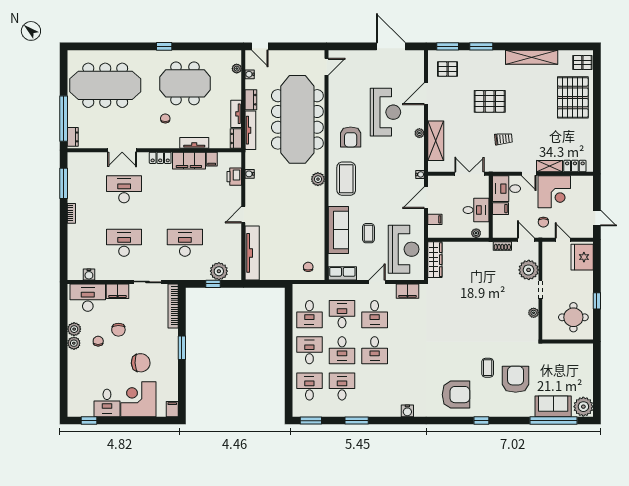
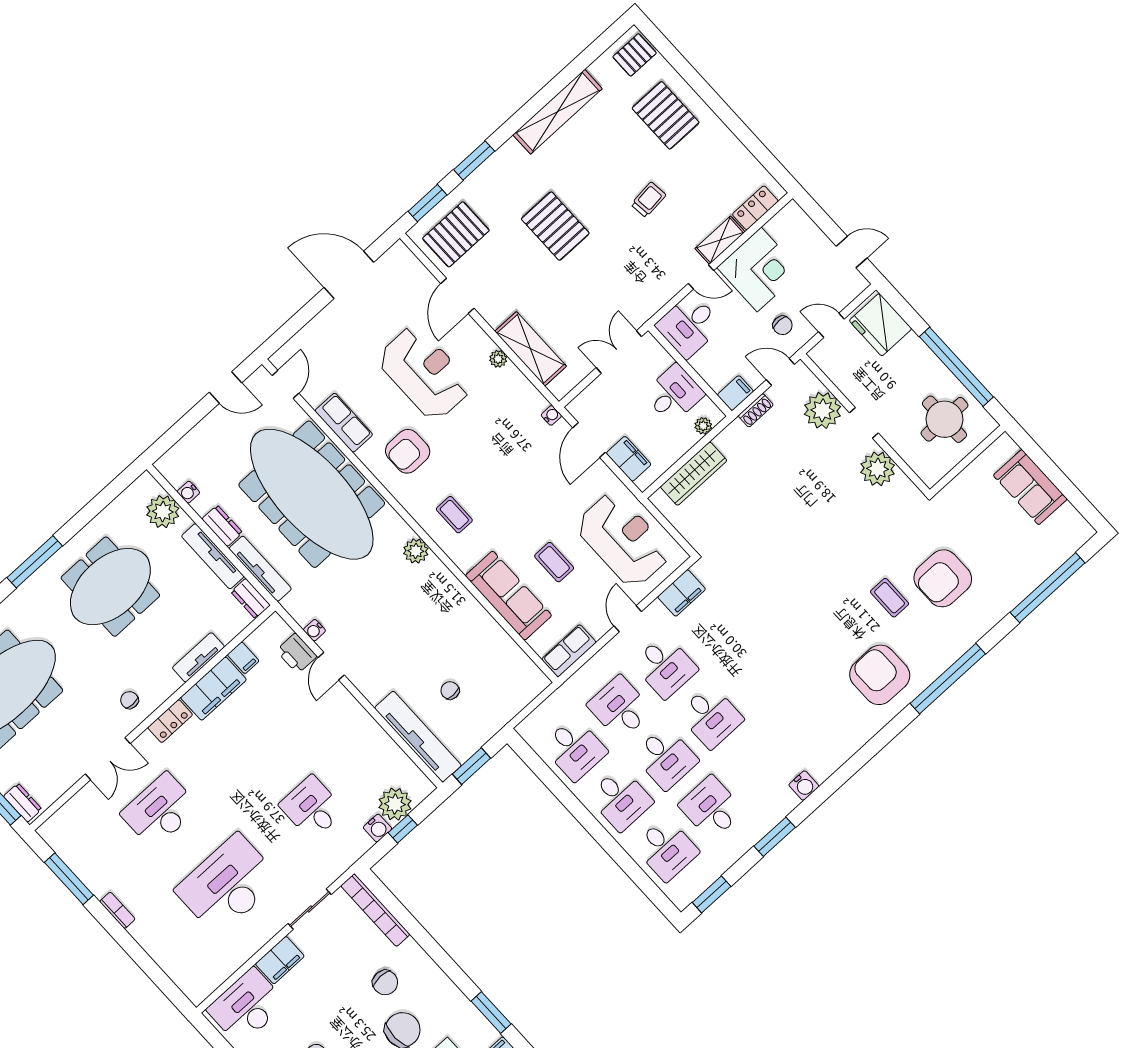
window: (164, 46) -> (35, 562), width x2.17
door: (260, 46) -> (226, 387), moved
plant: (237, 69) -> (163, 512), width x1.87, depth x1.87
pallet: (448, 69) -> (456, 234), width x1.50, depth x1.42
pallet: (573, 97) -> (666, 115), width x0.73, depth x0.71
pallet: (490, 101) -> (555, 226), turned 90
row of seats: (336, 103) -> (344, 423), added
tv unit: (236, 114) -> (213, 556), width x1.41
chair: (165, 118) -> (129, 700), moved
armchair: (351, 137) -> (408, 451), turned 90
trolley: (503, 139) -> (648, 200), moved
coffee table: (346, 179) -> (454, 515), width x0.54, depth x0.58
filing cabinet: (500, 209) -> (735, 393), moved
door: (243, 215) -> (331, 666), moved
filing cabinet: (435, 219) -> (629, 459), width x2.00
desk: (124, 243) -> (228, 885), width x1.36, depth x1.30
desk: (185, 243) -> (312, 808), width x0.73
wardrobe: (435, 260) -> (694, 474), moved, turned 90
chair: (308, 267) -> (450, 691), moved
water cooler: (89, 274) -> (378, 828), moved
window: (263, 284) -> (472, 766), added
window: (597, 301) -> (956, 367), width x3.17
plant: (534, 313) -> (878, 469), width x1.87, depth x1.87
chair: (118, 330) -> (385, 983), moved
window: (182, 348) -> (491, 1012), moved
desk: (309, 350) -> (621, 799), turned 180
armchair: (516, 379) -> (943, 578), turned -90
desk: (309, 386) -> (666, 849), turned 180
armchair: (456, 395) -> (880, 675), turned -90
sofa: (553, 406) -> (1030, 487), moved, turned -90
plant: (583, 407) -> (1071, 530), removed
water cooler: (407, 411) -> (804, 786), moved
window: (481, 421) -> (948, 679), width x3.17

